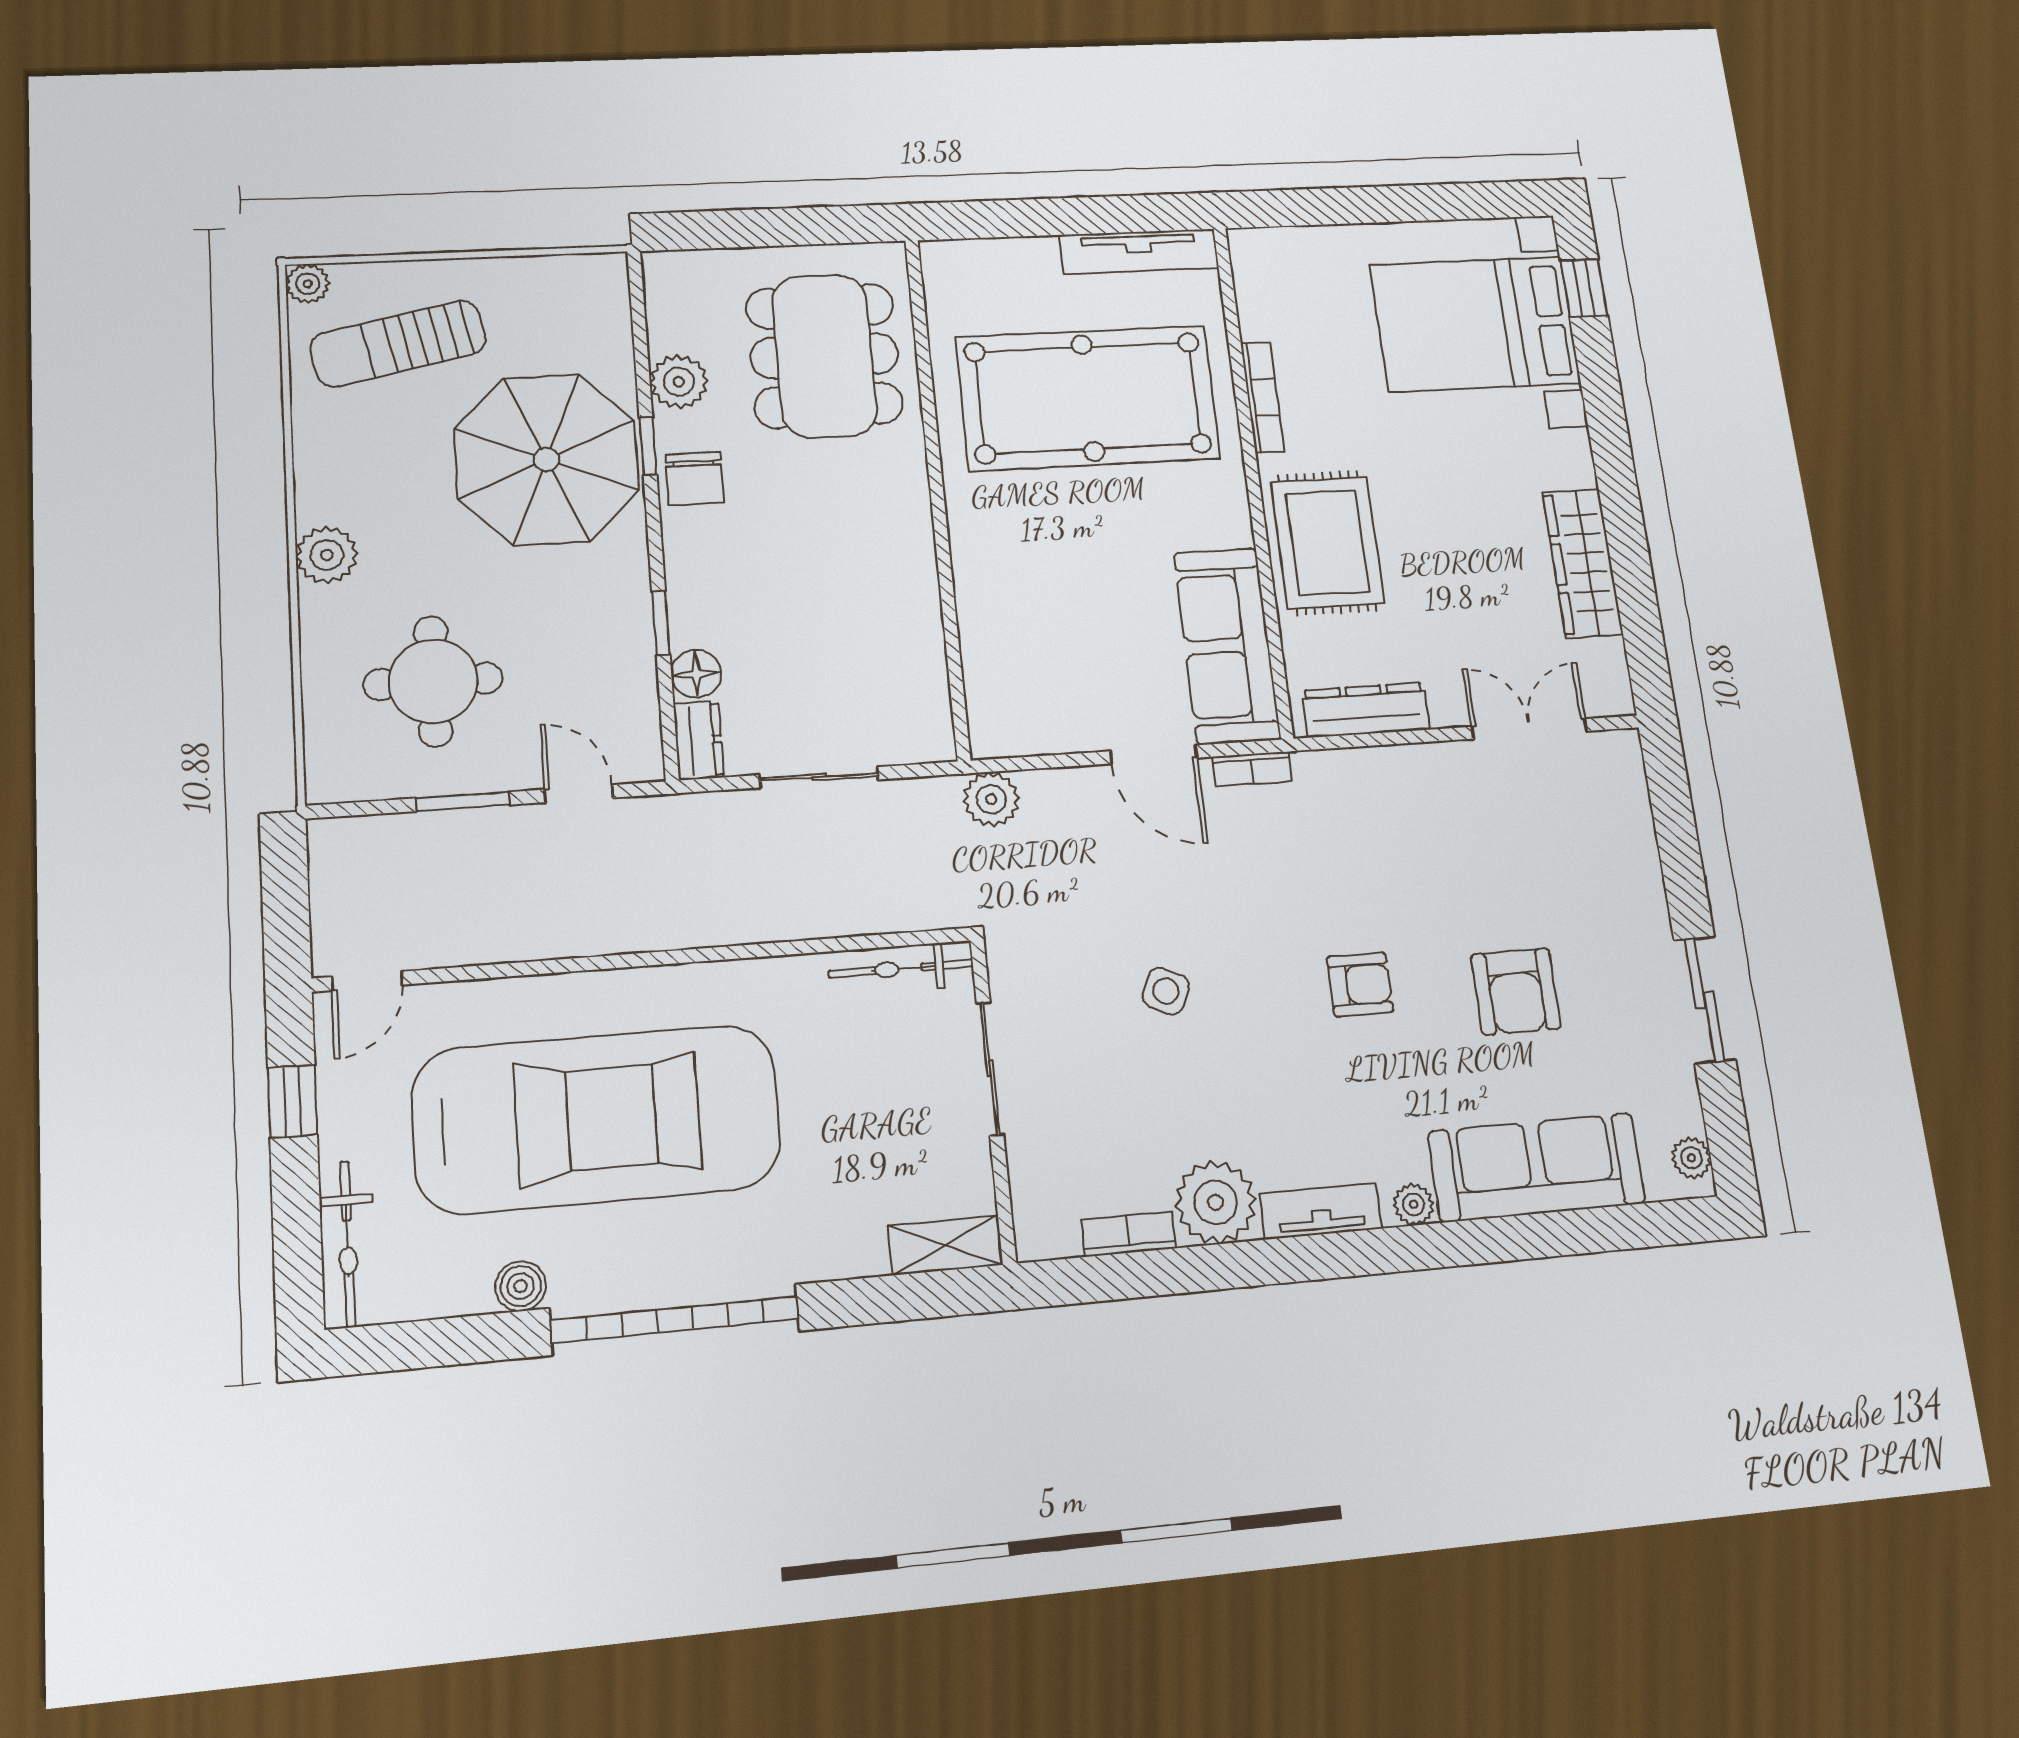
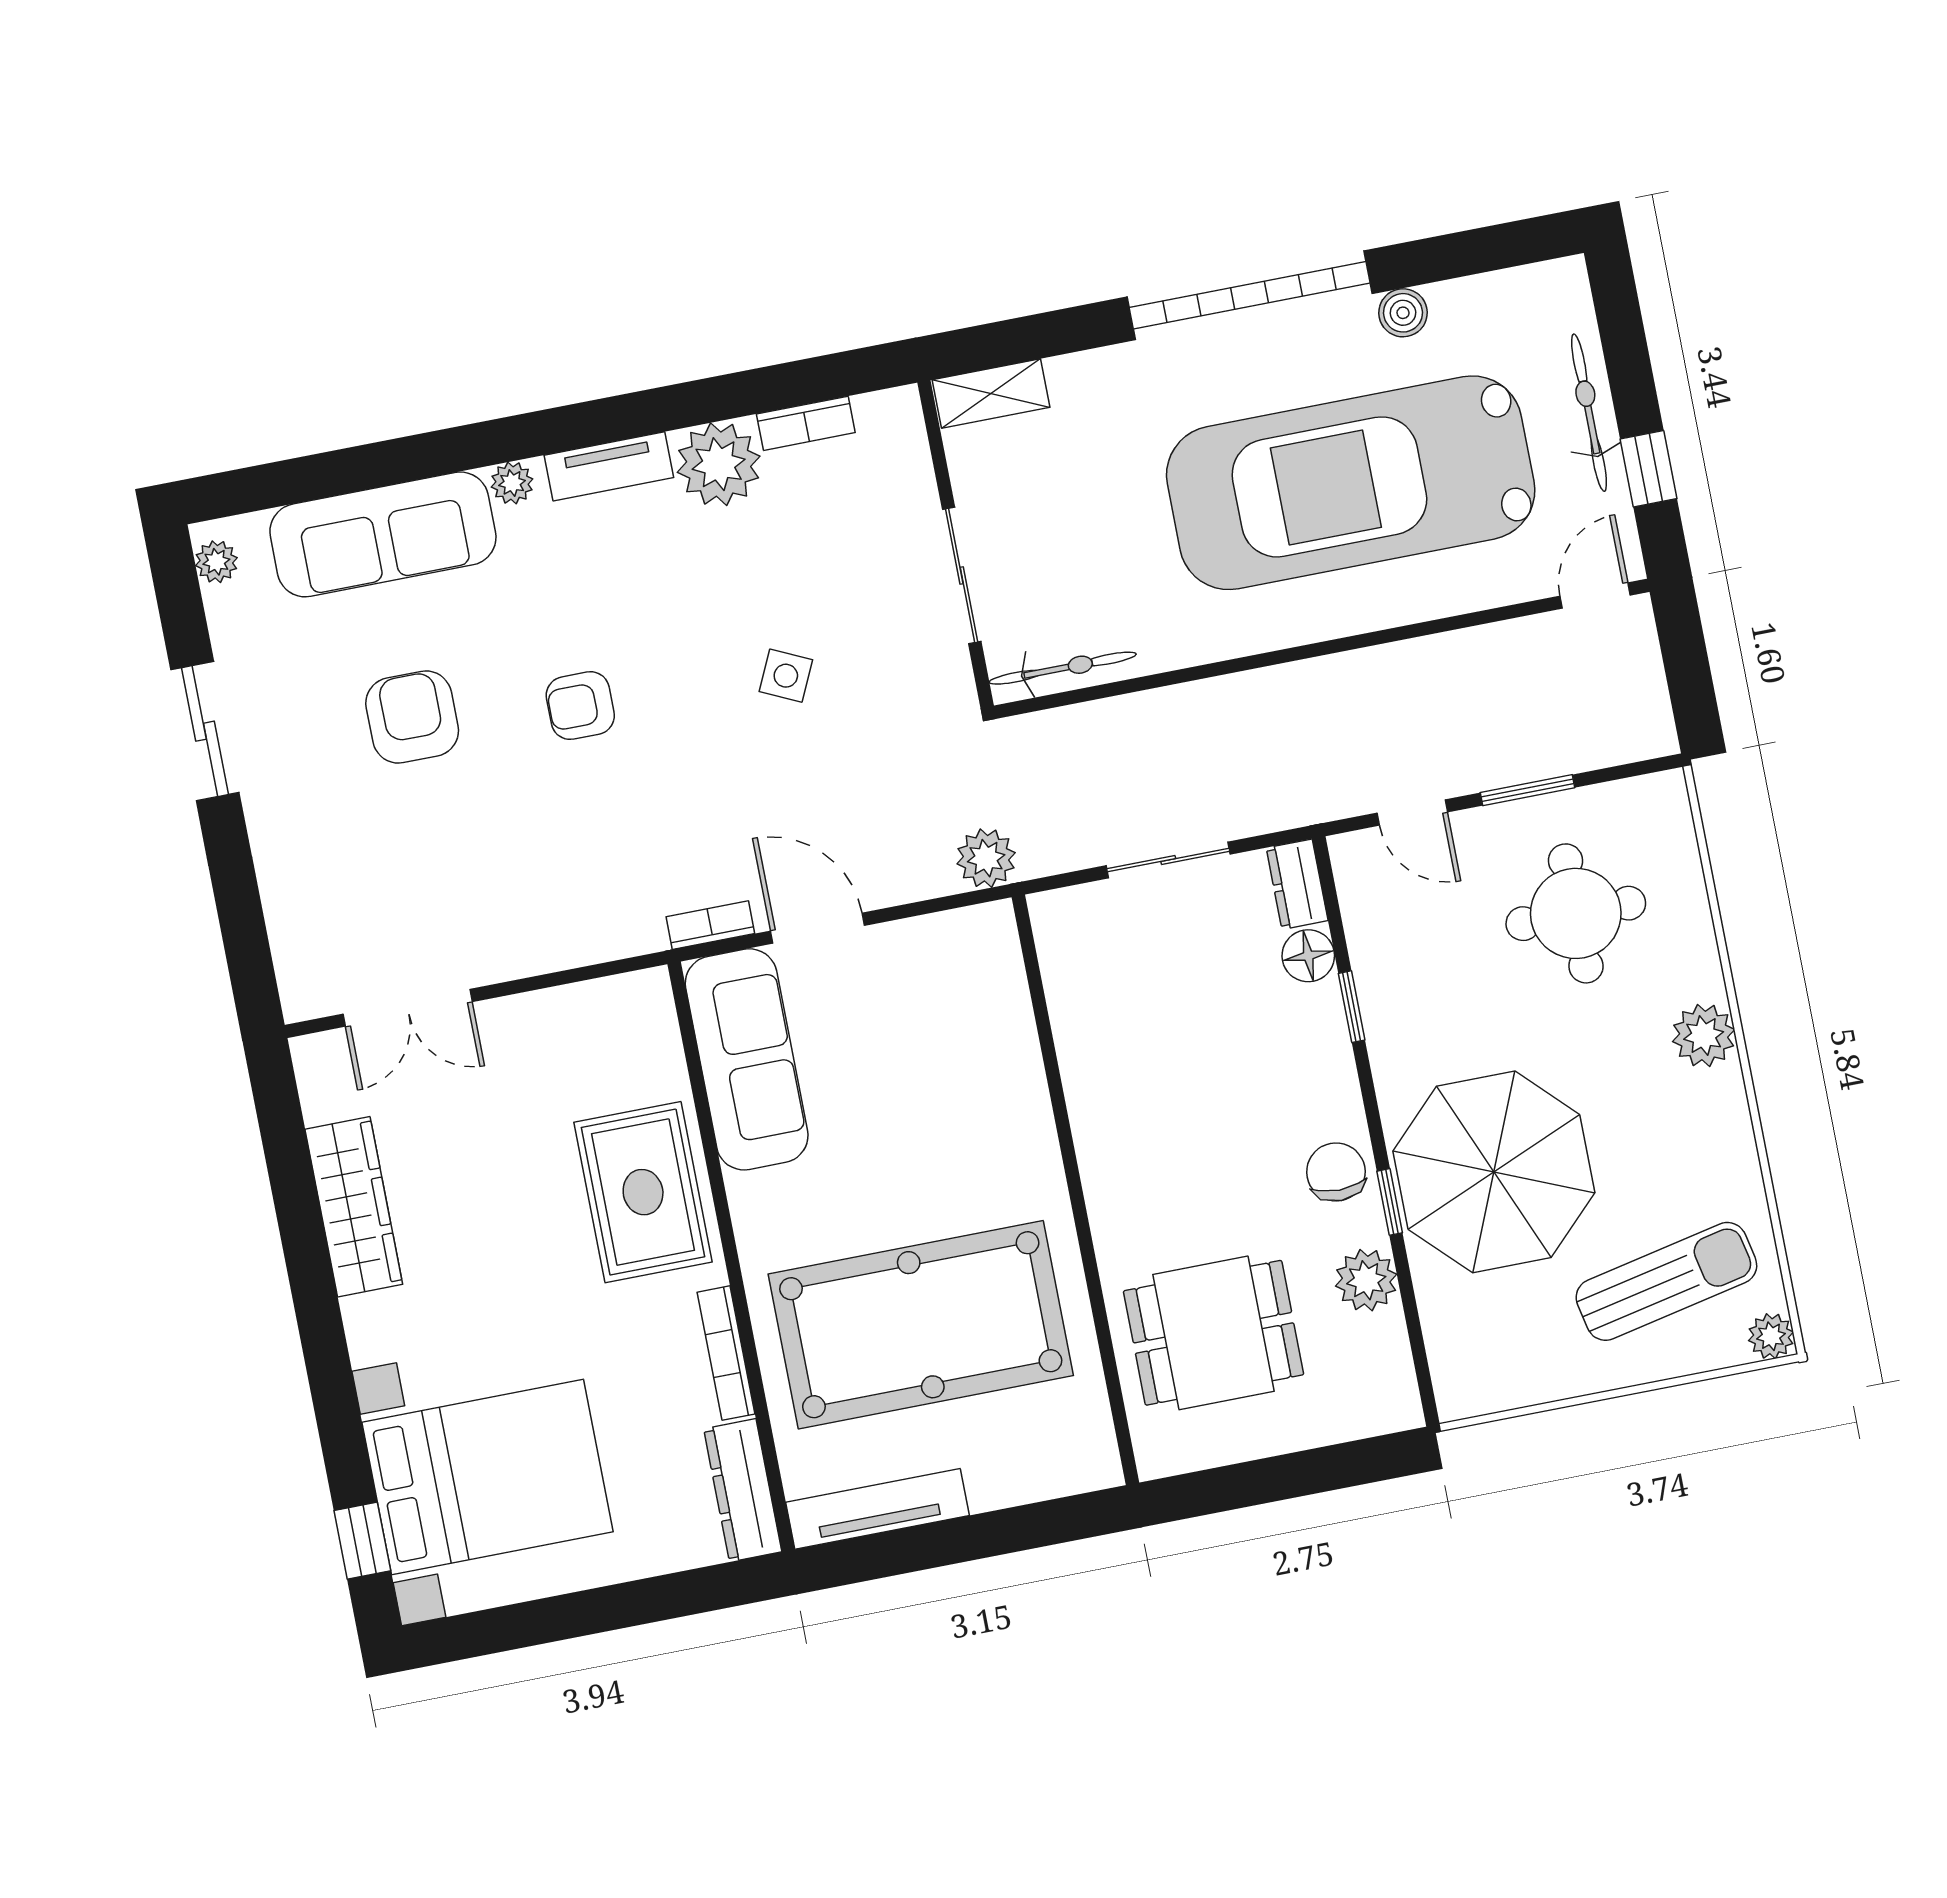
dining table: (824, 356) -> (1214, 1333), width x0.73
dresser: (1366, 710) -> (743, 1490), moved, turned 90
bicycle: (348, 1244) -> (1589, 413), moved

